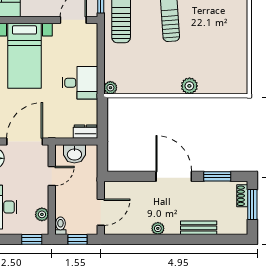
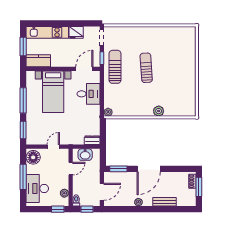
desk: (80, 83) -> (89, 94), moved
door: (25, 142) -> (53, 147), width x0.53
door: (174, 176) -> (149, 169), swing flipped
window: (217, 176) -> (118, 169), moved

